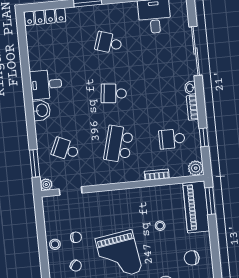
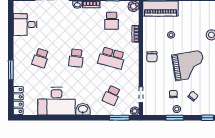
desk: (46, 84) -> (57, 101), width x1.87, depth x1.30
window: (42, 242) -> (175, 118), added
chair: (192, 258) -> (152, 57), moved

